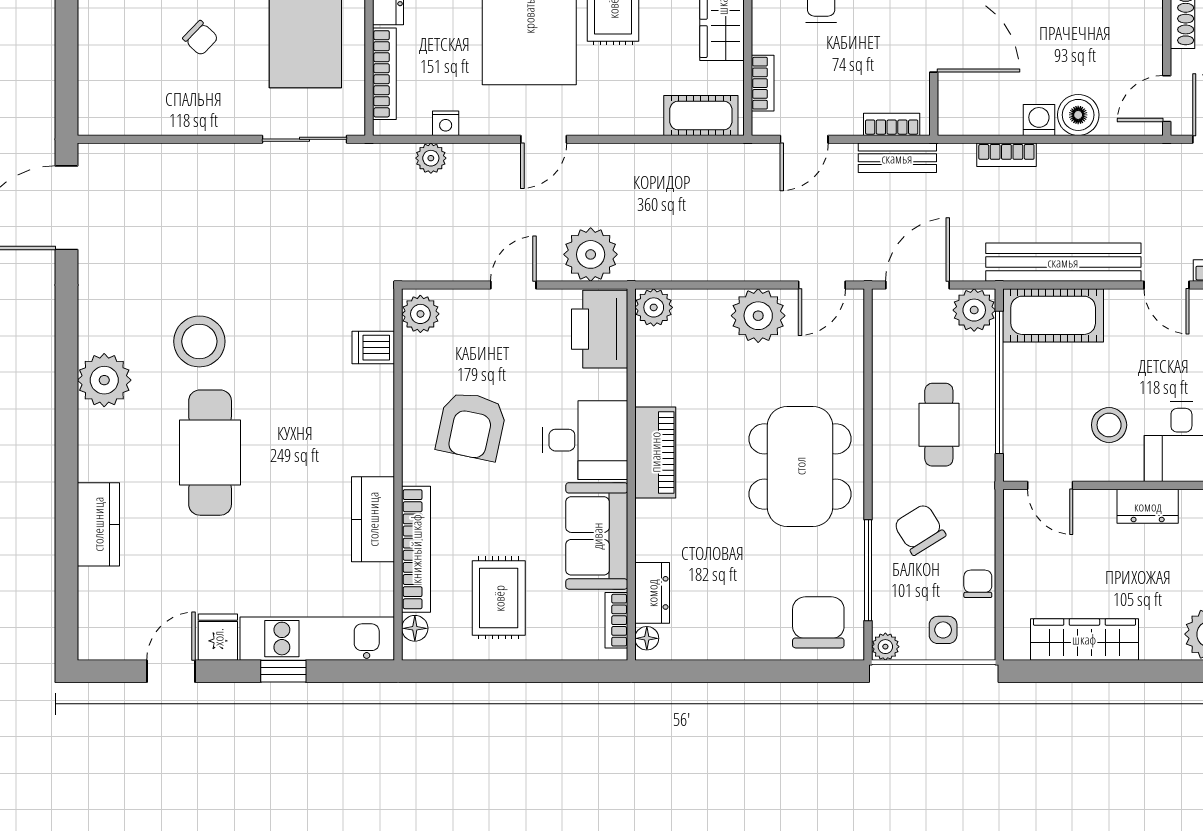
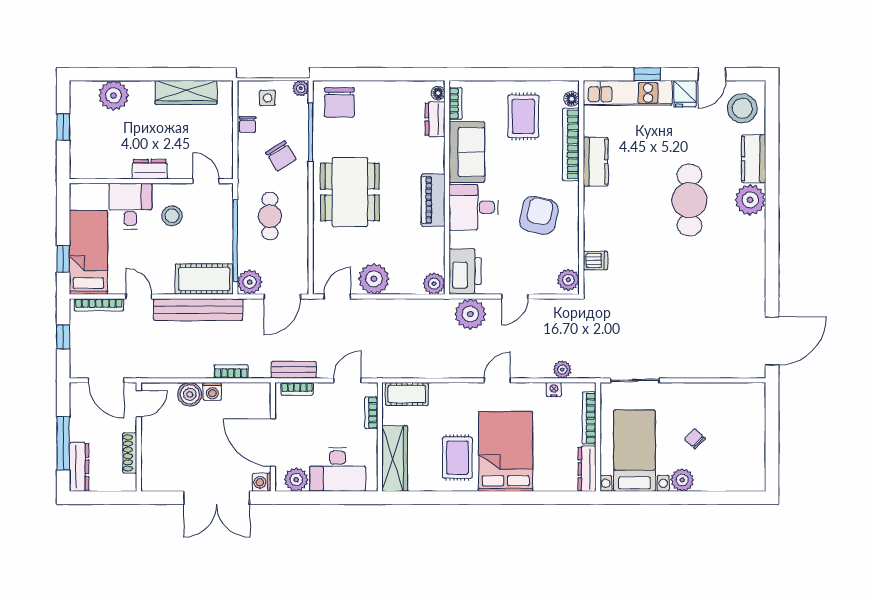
stool: (199, 341) -> (742, 108), moved
plant: (104, 380) -> (750, 200), moved

